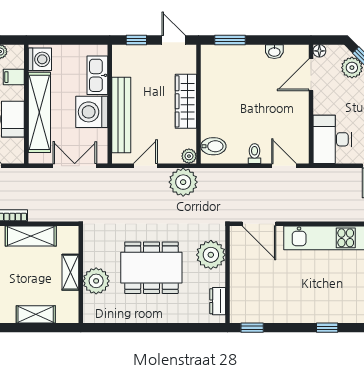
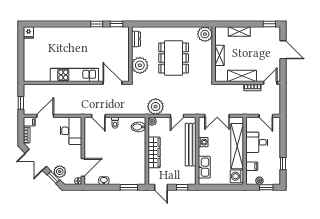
washing machine: (92, 112) -> (203, 142), width x0.53, depth x0.53
dining table: (151, 268) -> (174, 58), turned 90
plant: (96, 281) -> (205, 34), moved
window: (327, 328) -> (97, 24), moved

